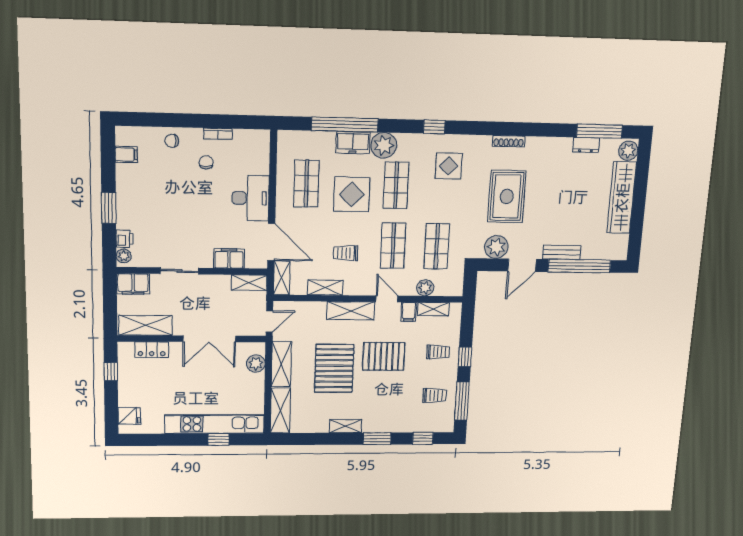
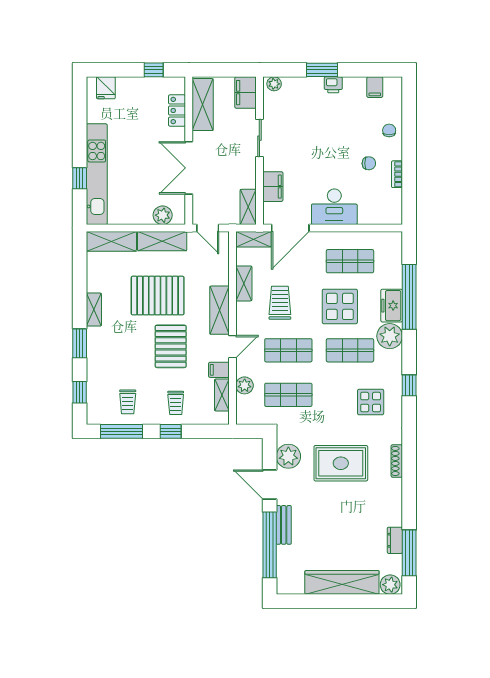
printer: (125, 239) -> (333, 85), moved
trolley: (346, 253) -> (280, 303), width x1.36, depth x1.39

